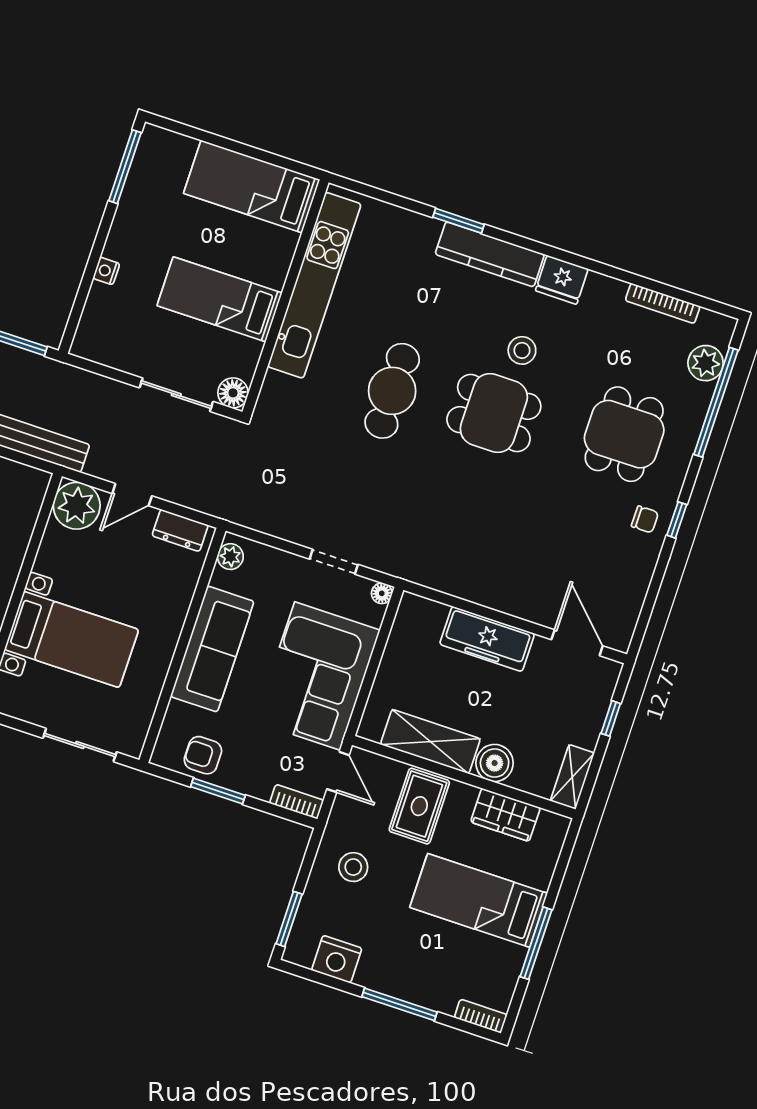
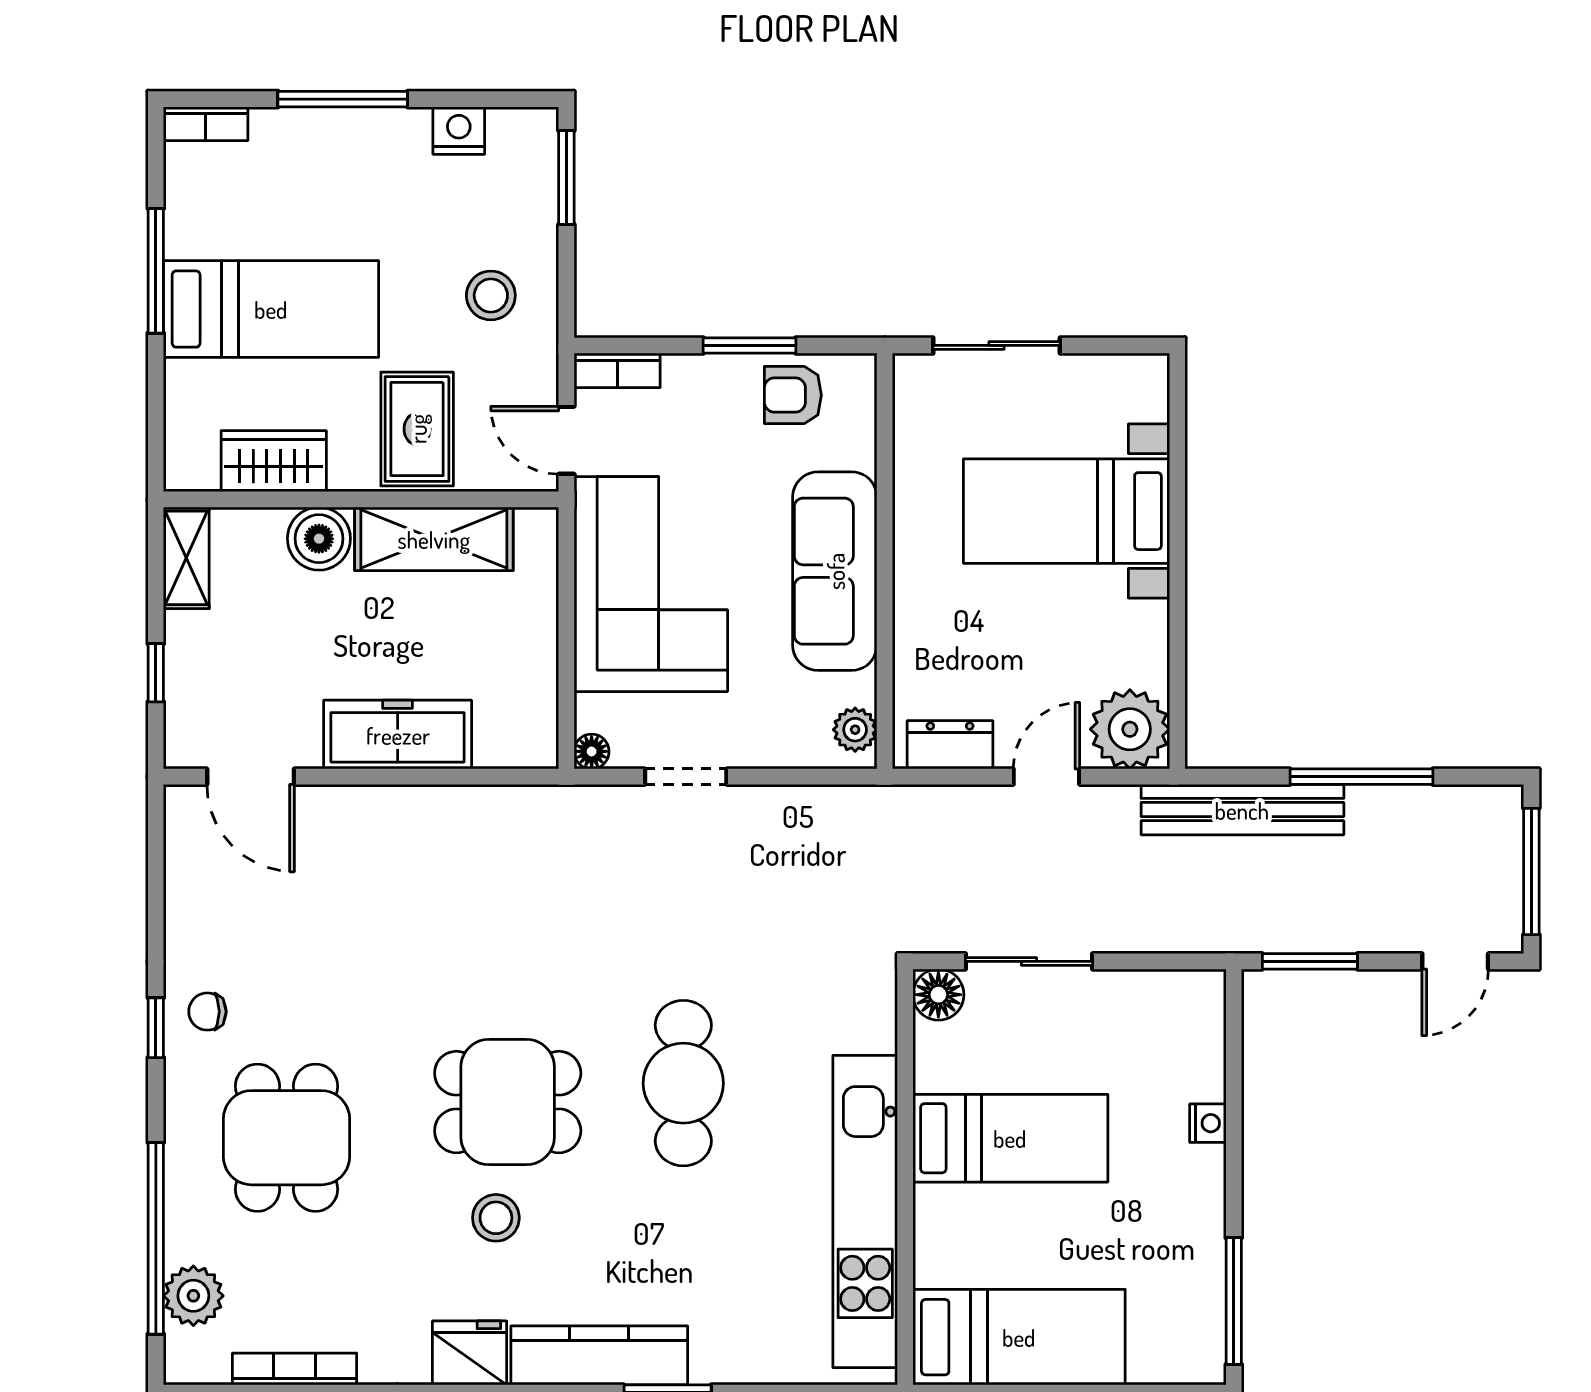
armchair: (203, 755) -> (793, 395), turned 180
nightstand: (337, 959) -> (459, 131), width x0.74, depth x0.75

